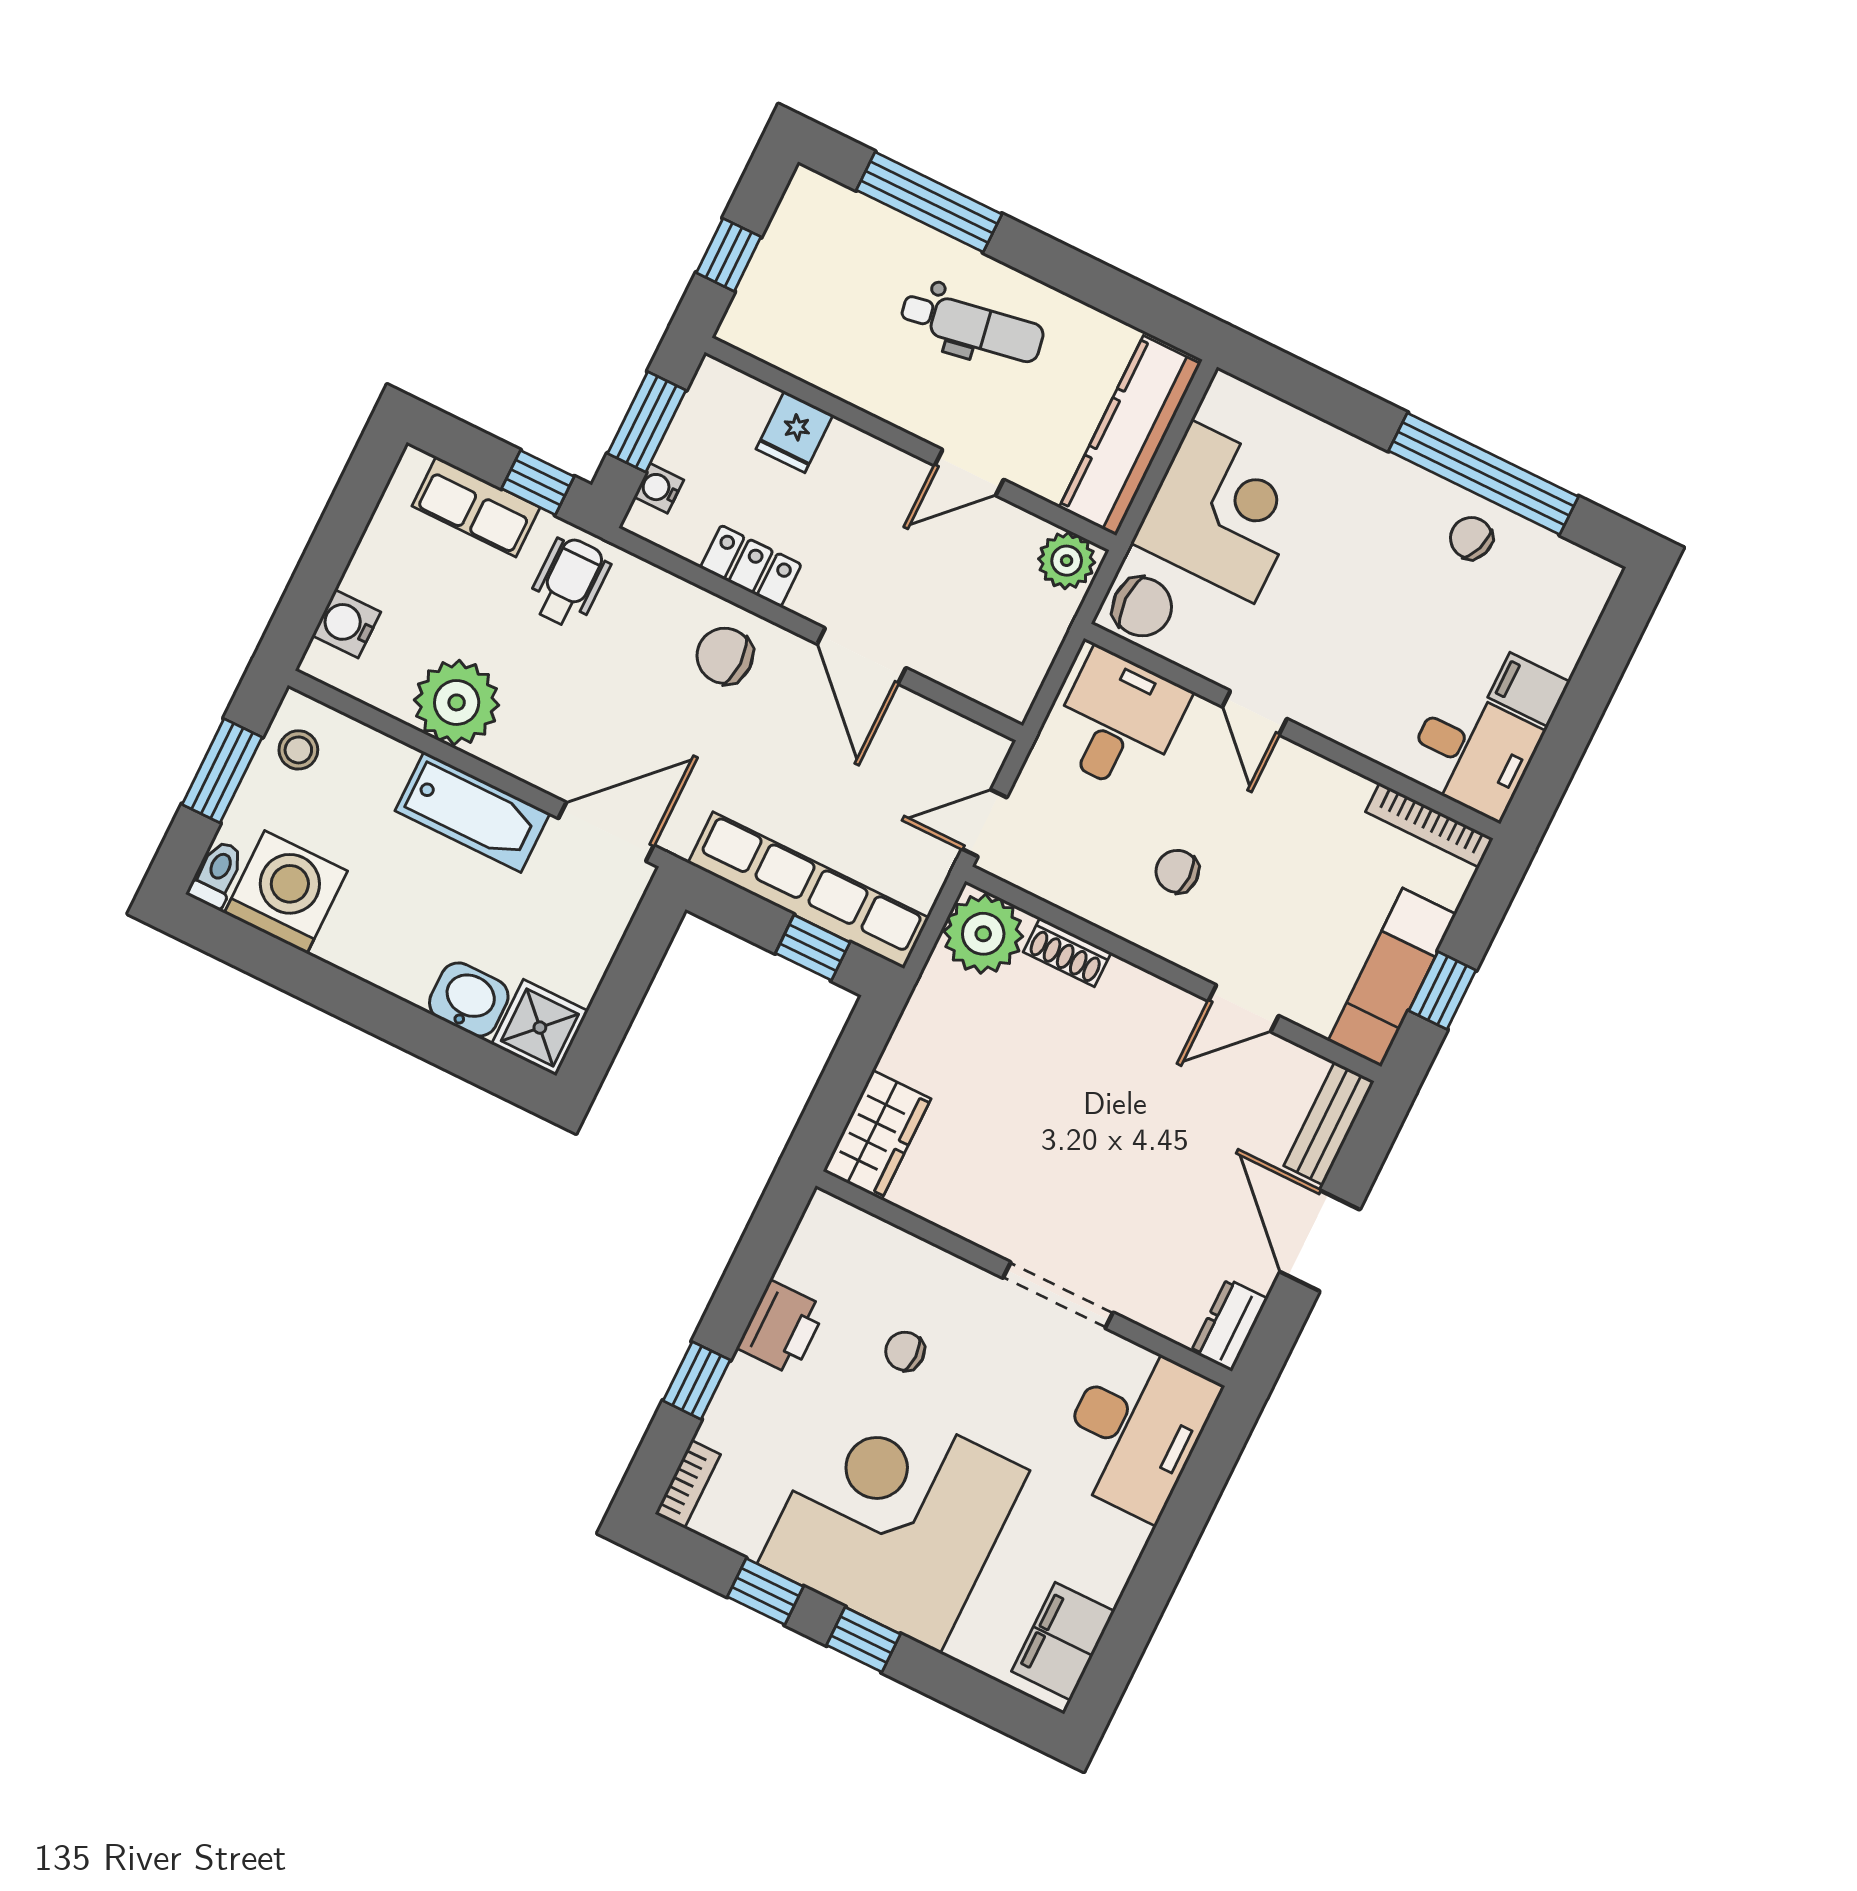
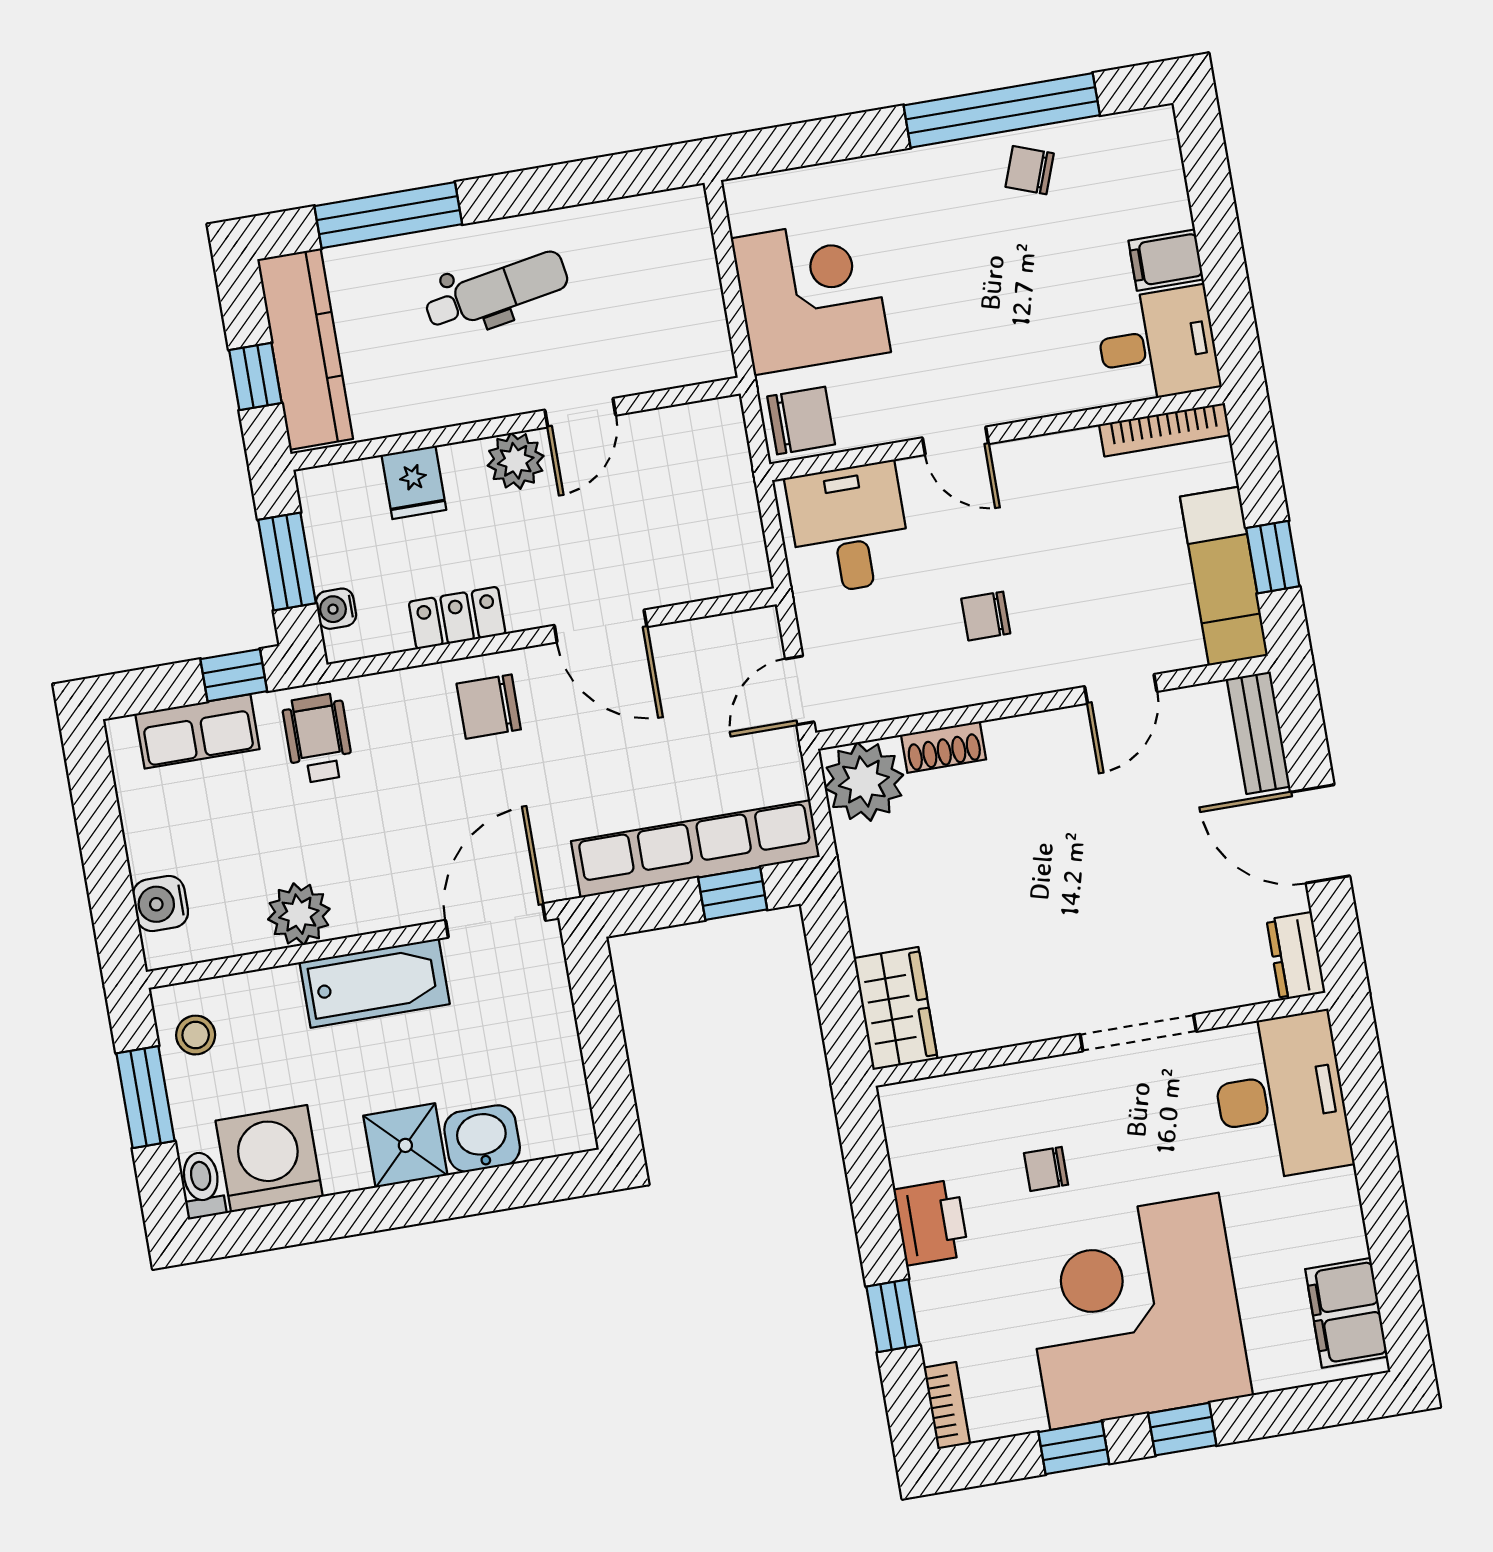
kitchen counter: (1130, 436) -> (305, 349), moved, turned 180
plant: (1067, 561) -> (516, 461), moved
plant: (457, 702) -> (299, 914), width x0.73, depth x0.73
shower: (540, 1028) -> (405, 1145), moved

